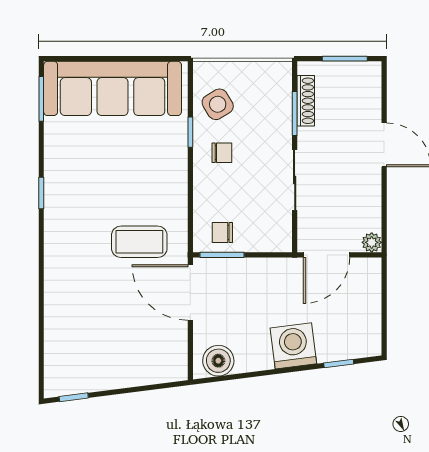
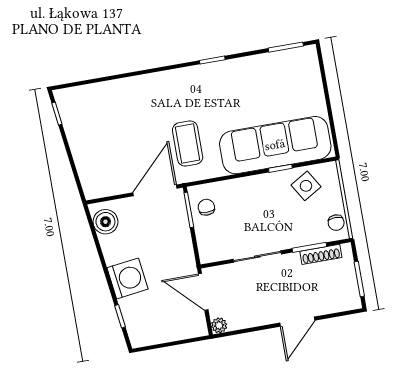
sofa: (113, 88) -> (275, 145), moved, turned 90
chair: (222, 153) -> (336, 223), moved

